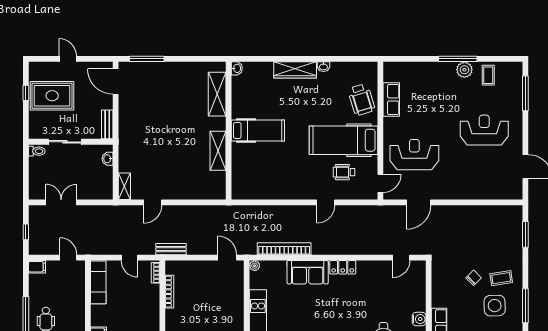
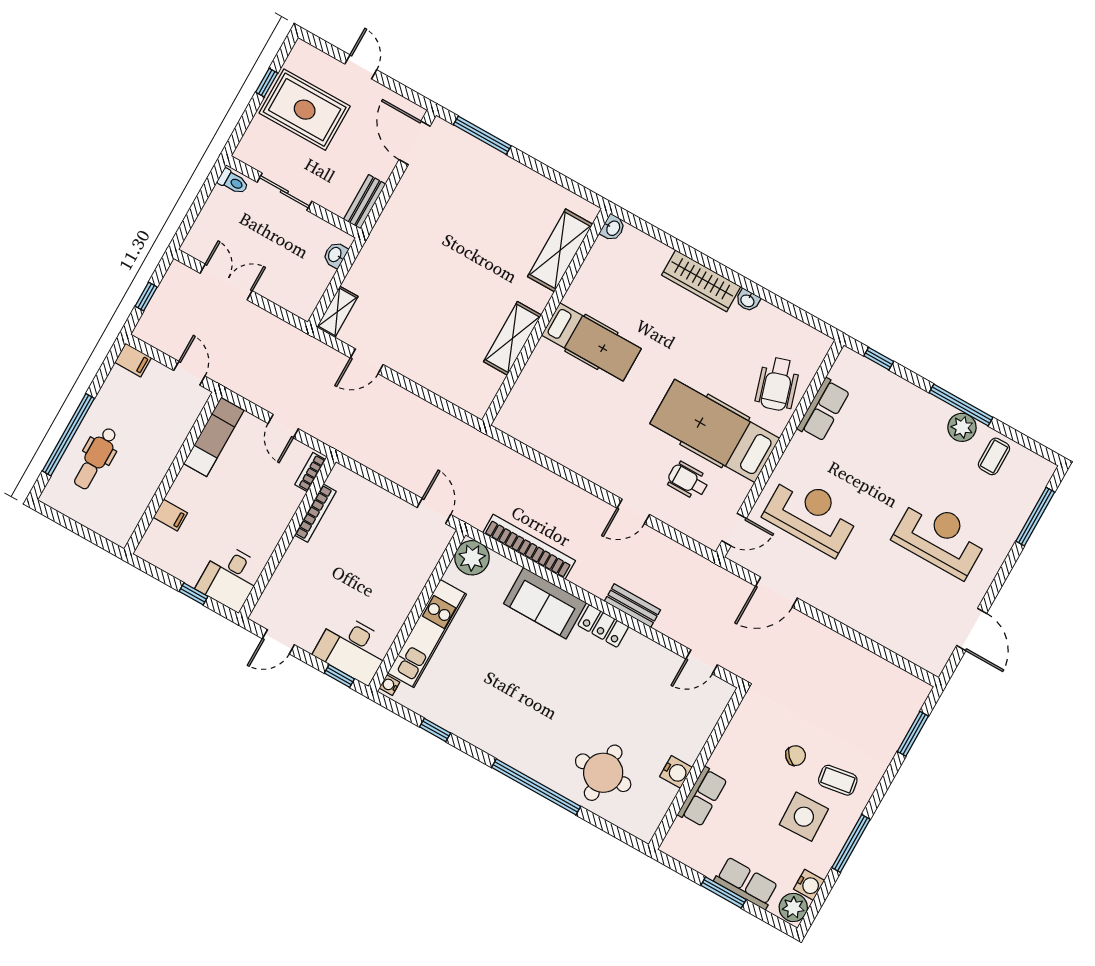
window: (404, 59) -> (879, 359), added
bench: (171, 249) -> (632, 606), moved
plant: (255, 266) -> (472, 558), width x1.88, depth x1.88

